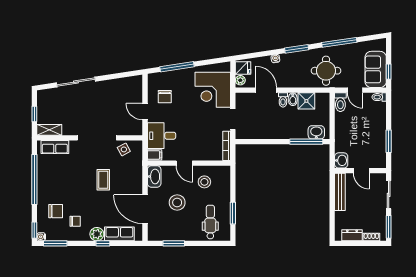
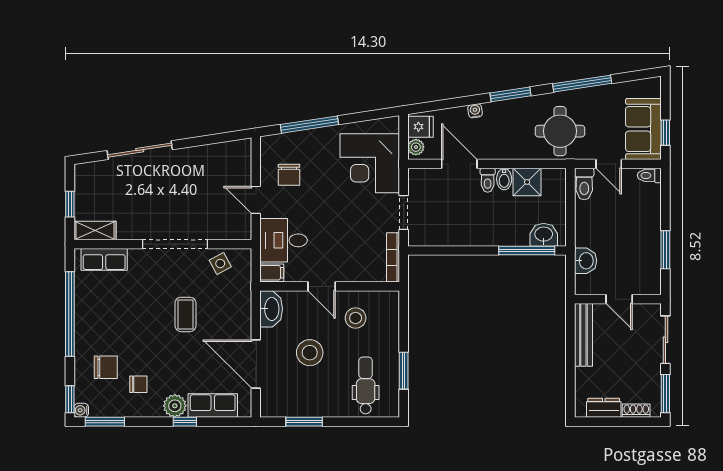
washbasin: (341, 160) -> (586, 261), moved

